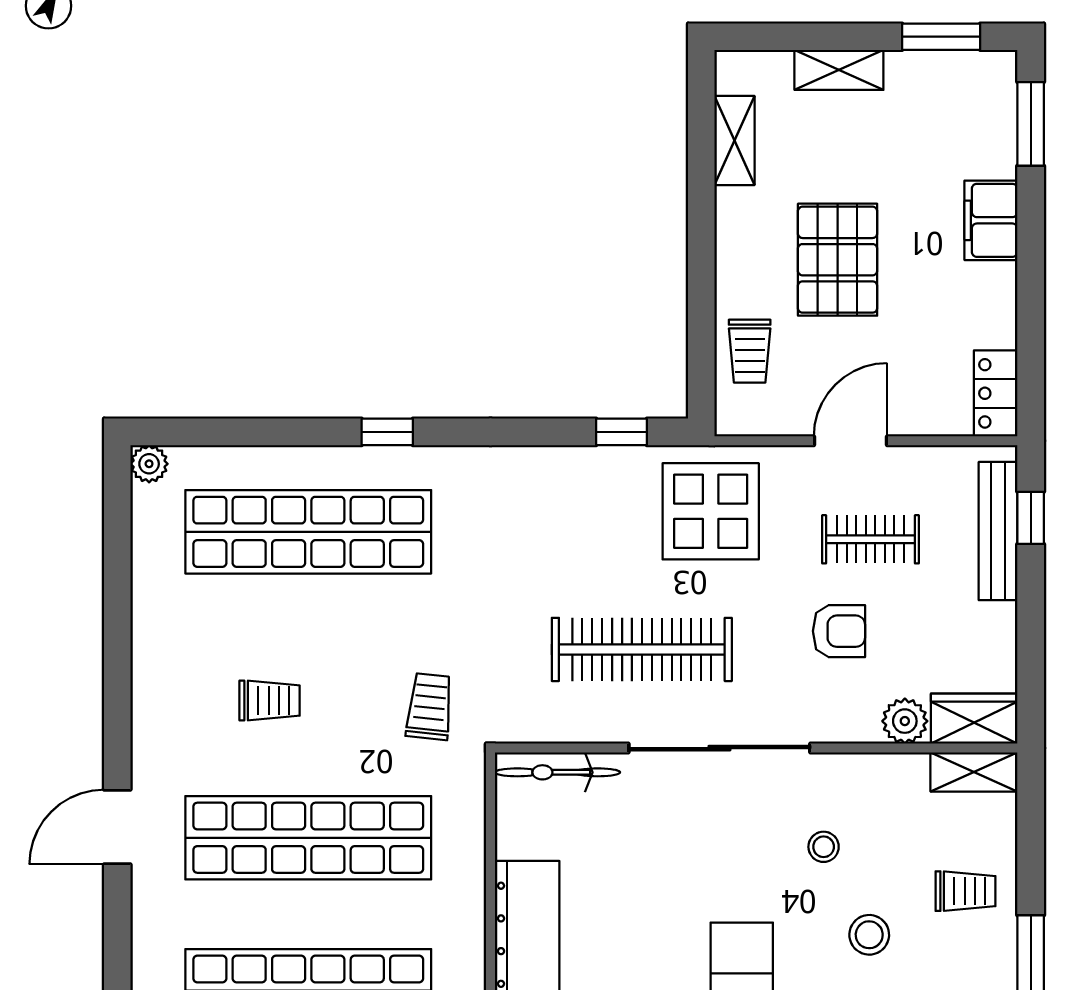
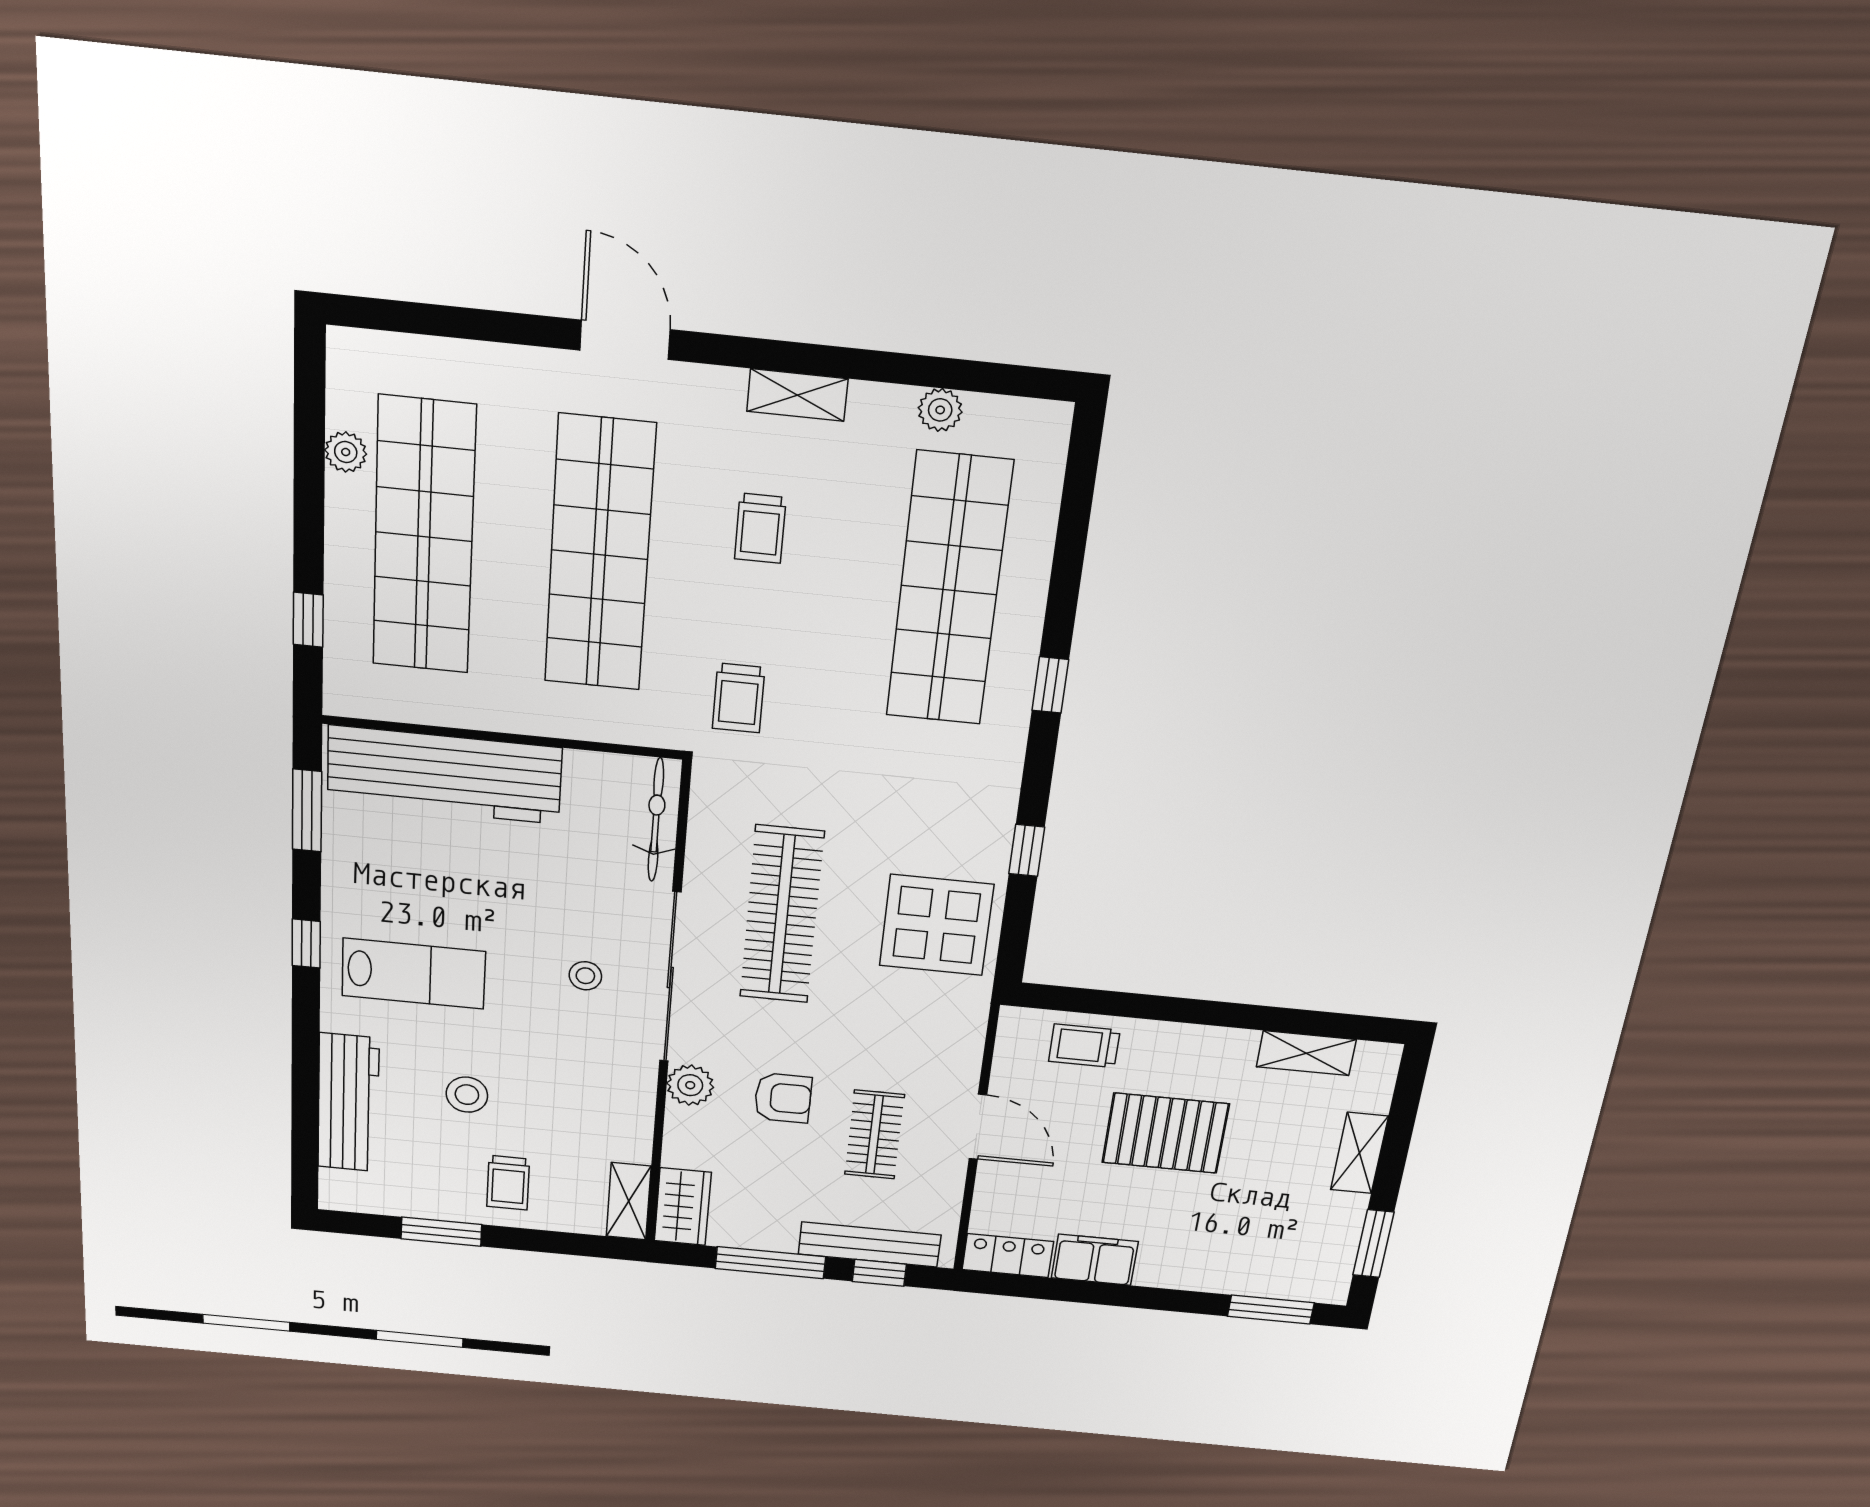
filing cabinet: (991, 220) -> (1095, 1260), moved
window: (621, 432) -> (1027, 850), moved
plant: (149, 464) -> (940, 410), moved
display table: (711, 511) -> (937, 925), moved
window: (1031, 627) -> (770, 1263), added
armchair: (839, 631) -> (783, 1098), turned -90
shelving: (149, 679) -> (797, 395), added
trolley: (430, 707) -> (739, 698), turned 84
plant: (905, 721) -> (690, 1085), moved
stool: (824, 847) -> (585, 976), moved

